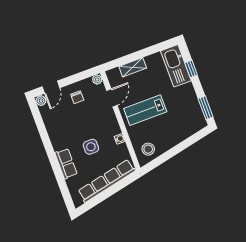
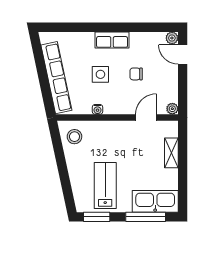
window: (191, 69) -> (146, 217), width x2.17
chair: (77, 97) -> (136, 74), moved
door: (112, 98) -> (146, 118), swing flipped
lab bench: (145, 110) -> (105, 185), moved
row of seats: (66, 164) -> (112, 40), moved

